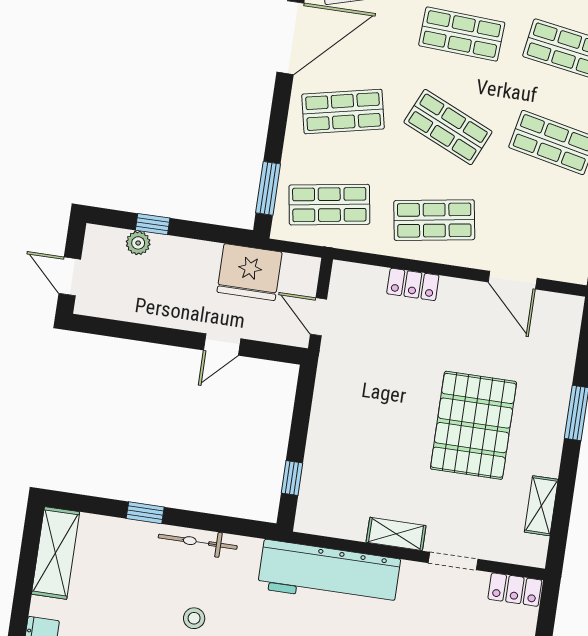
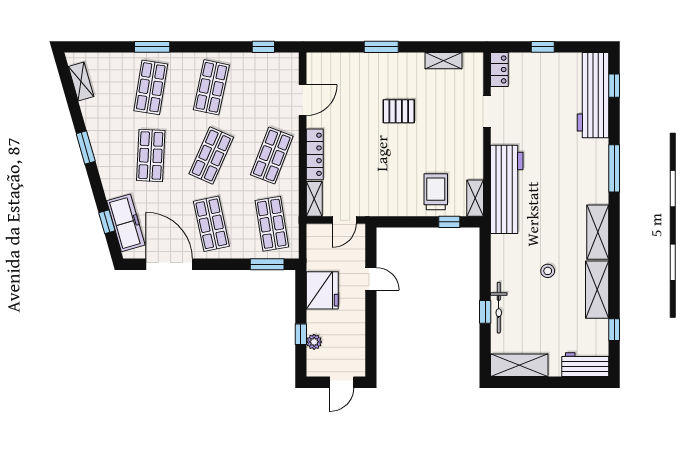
shop shelf: (434, 220) -> (272, 156), turned 30
fridge: (249, 272) -> (322, 290), moved
shelving: (358, 276) -> (314, 199), added
locker: (413, 284) -> (315, 154), width x1.53
pallet: (473, 425) -> (399, 111), width x0.49, depth x0.50
trolley: (341, 464) -> (436, 192), added
shelving: (396, 534) -> (475, 198), moved
bicycle: (198, 542) -> (499, 308), moved

